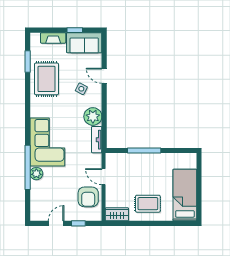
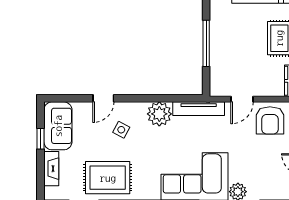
tv unit: (97, 140) -> (199, 109), width x1.41
armchair: (88, 197) -> (270, 120), turned 90

